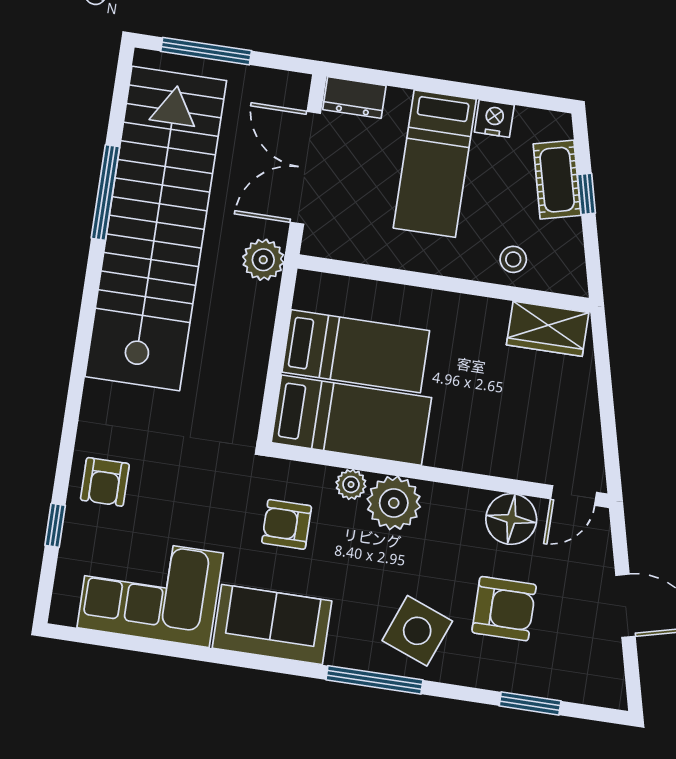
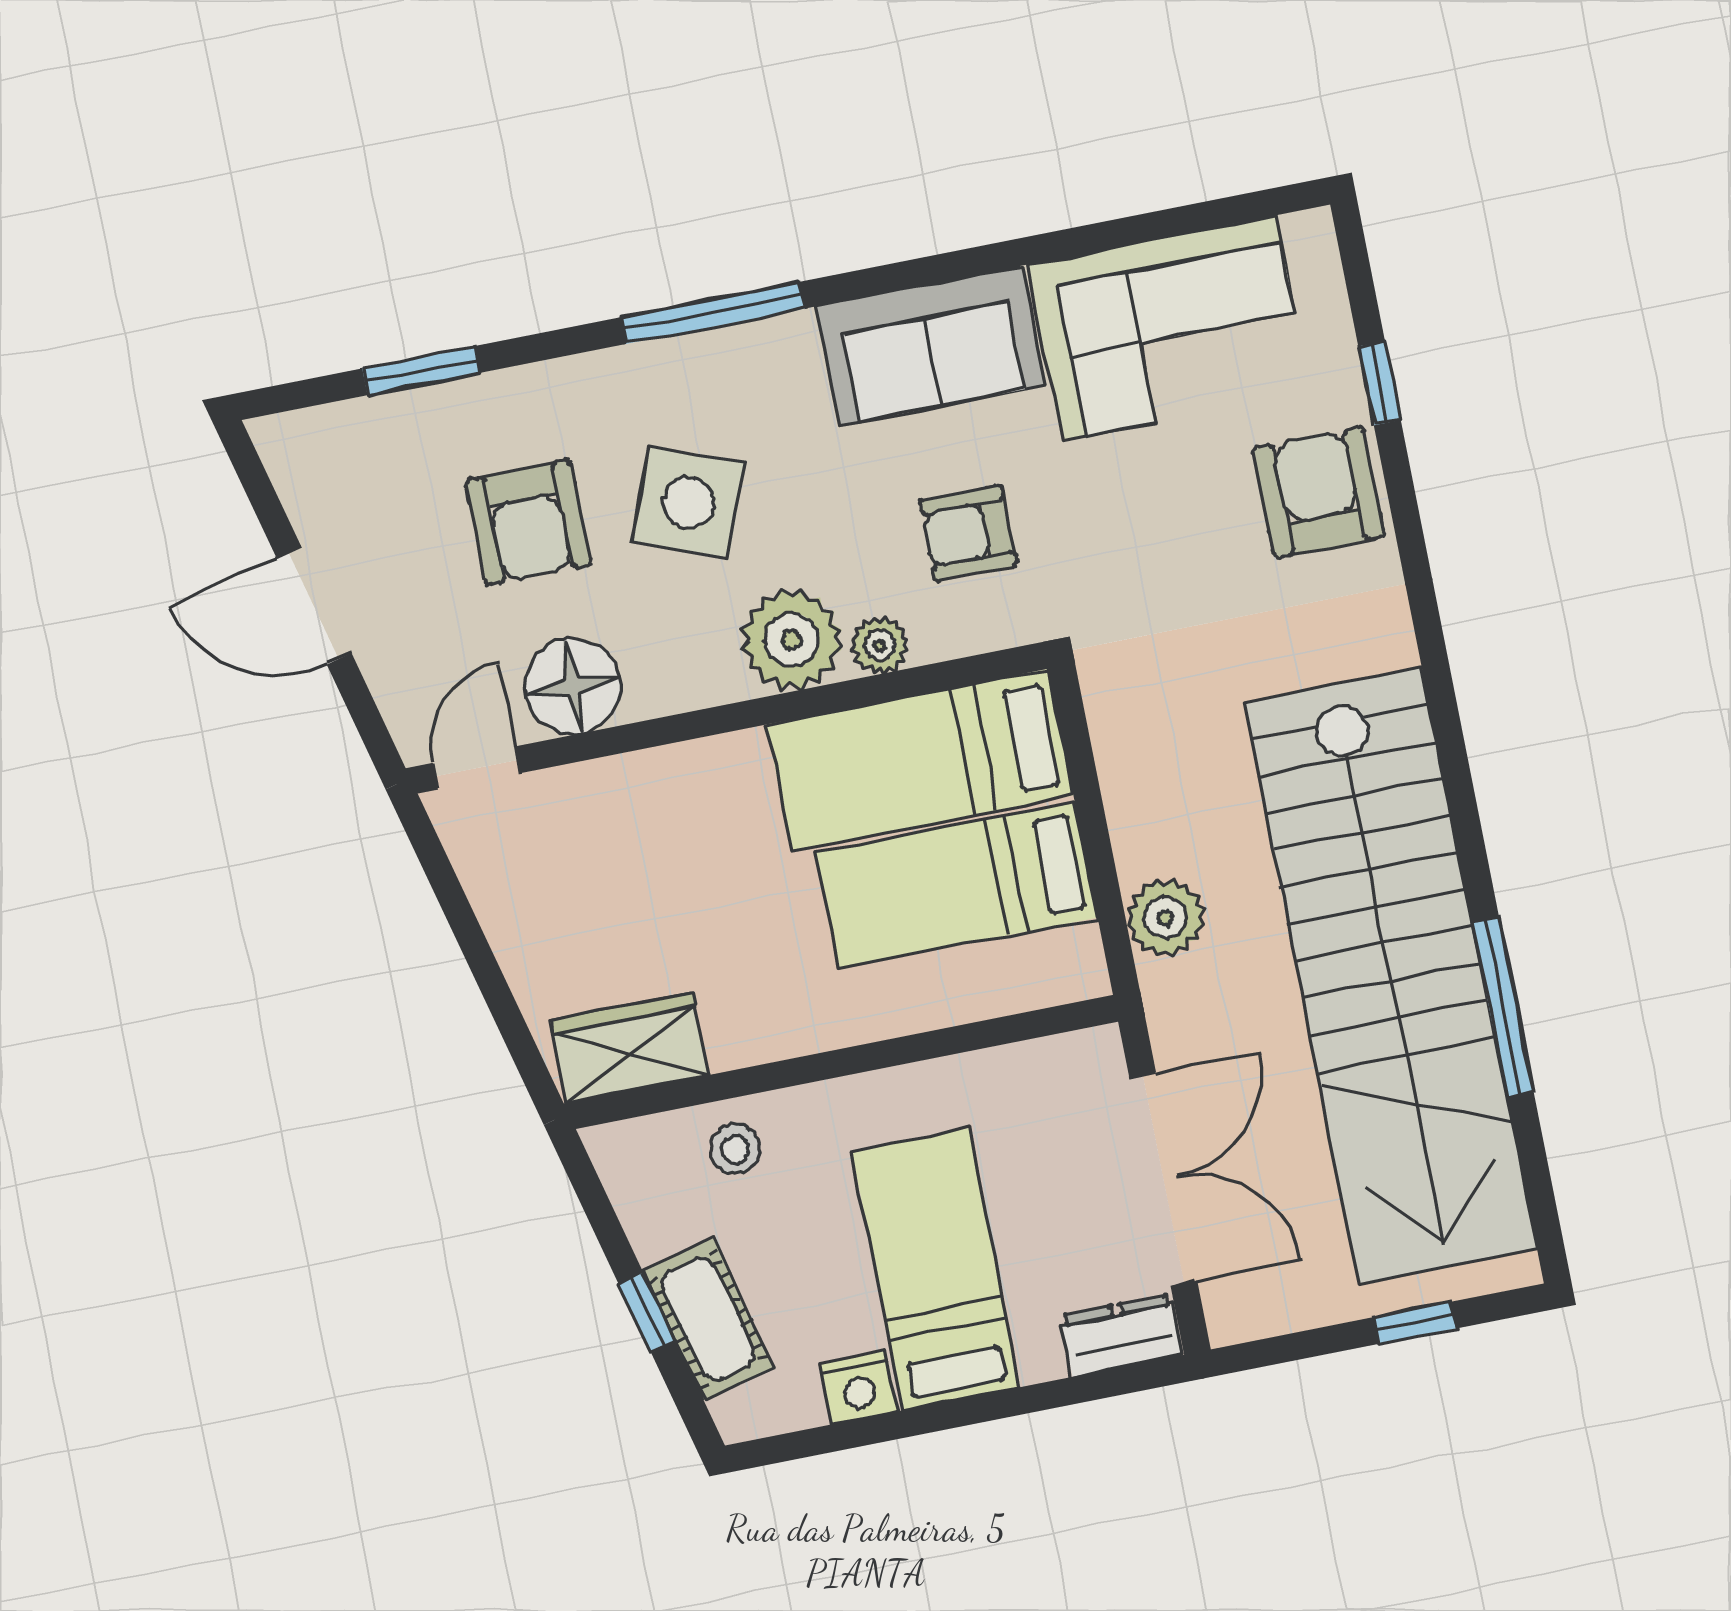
window: (206, 51) -> (1415, 1323), width x0.46
plant: (263, 260) -> (1165, 918), moved
armchair: (105, 482) -> (1319, 492), width x1.38, depth x1.38
armchair: (287, 524) -> (968, 533), turned 180
armchair: (504, 609) -> (528, 522), turned -90
side table: (417, 631) -> (688, 503), moved

